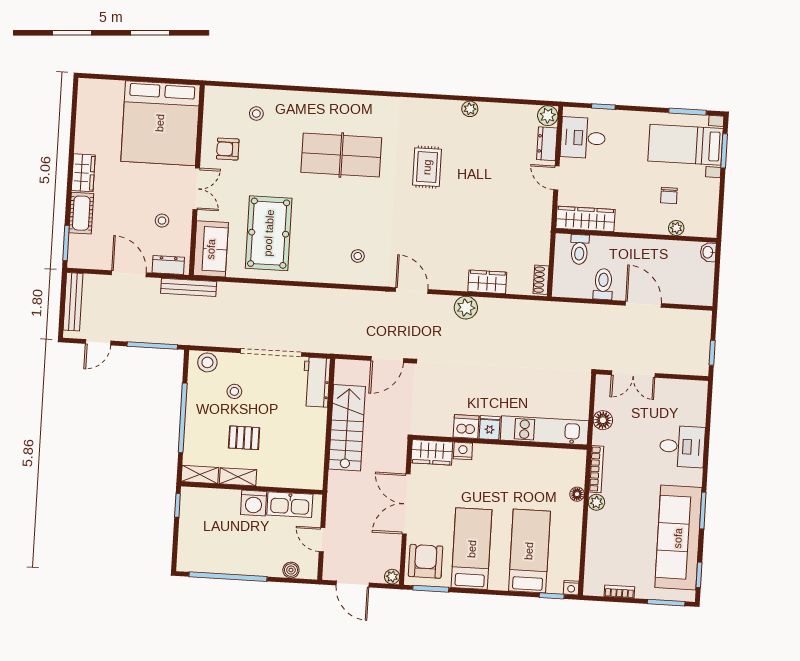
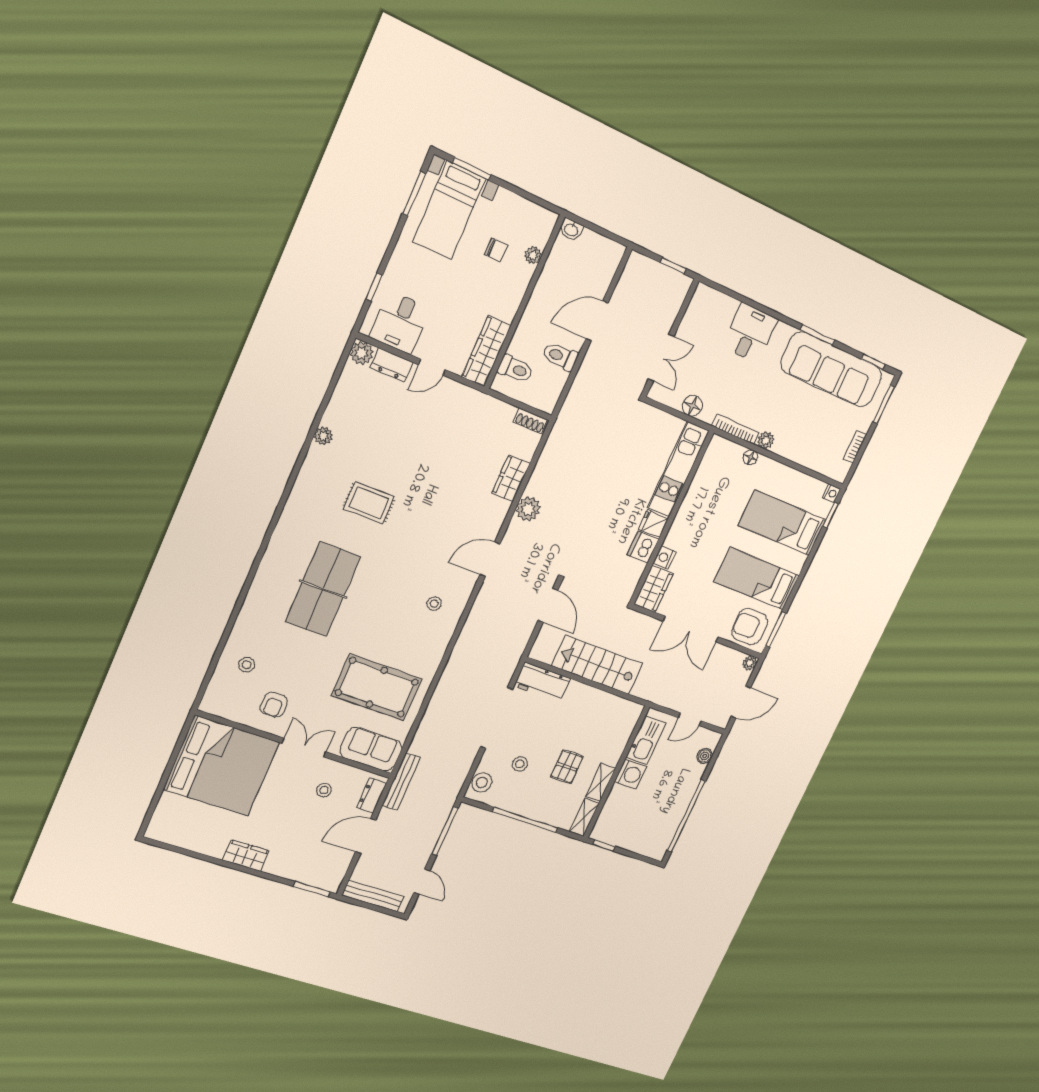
cot: (81, 213) -> (287, 867), removed

